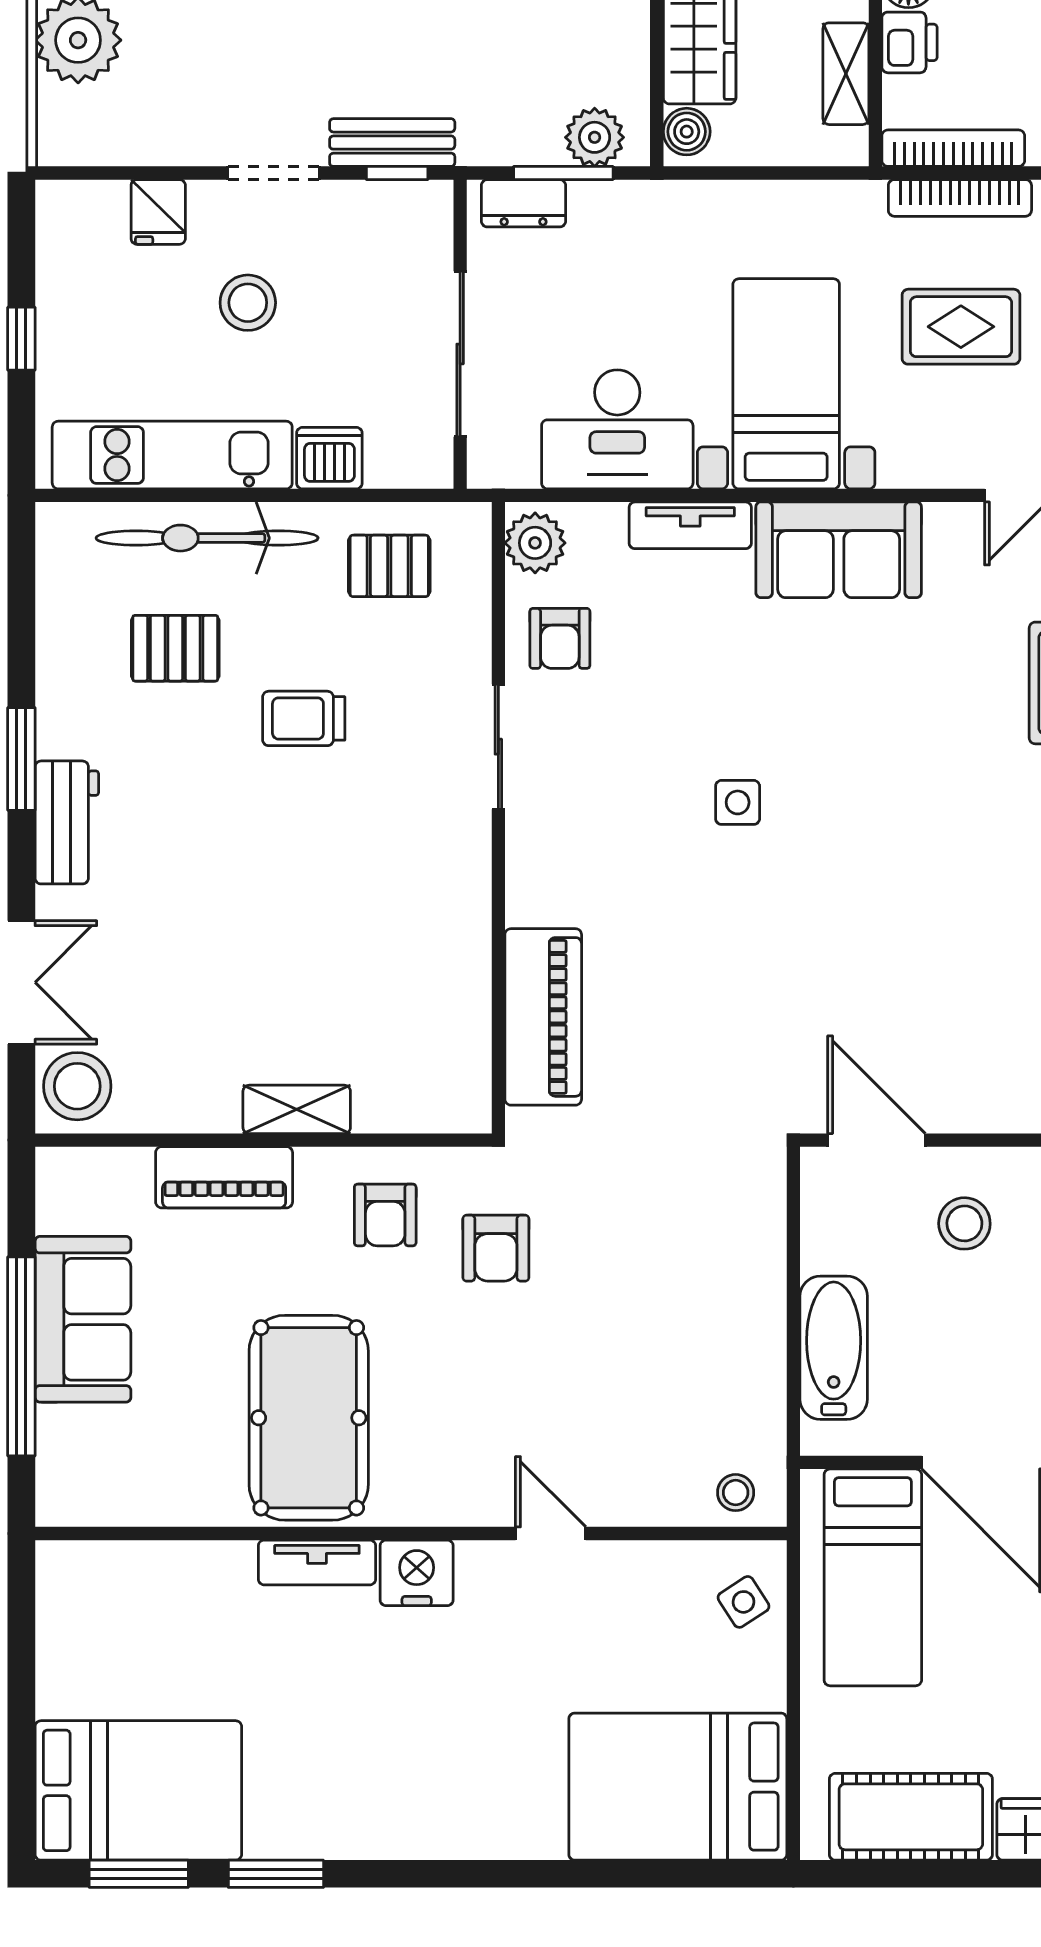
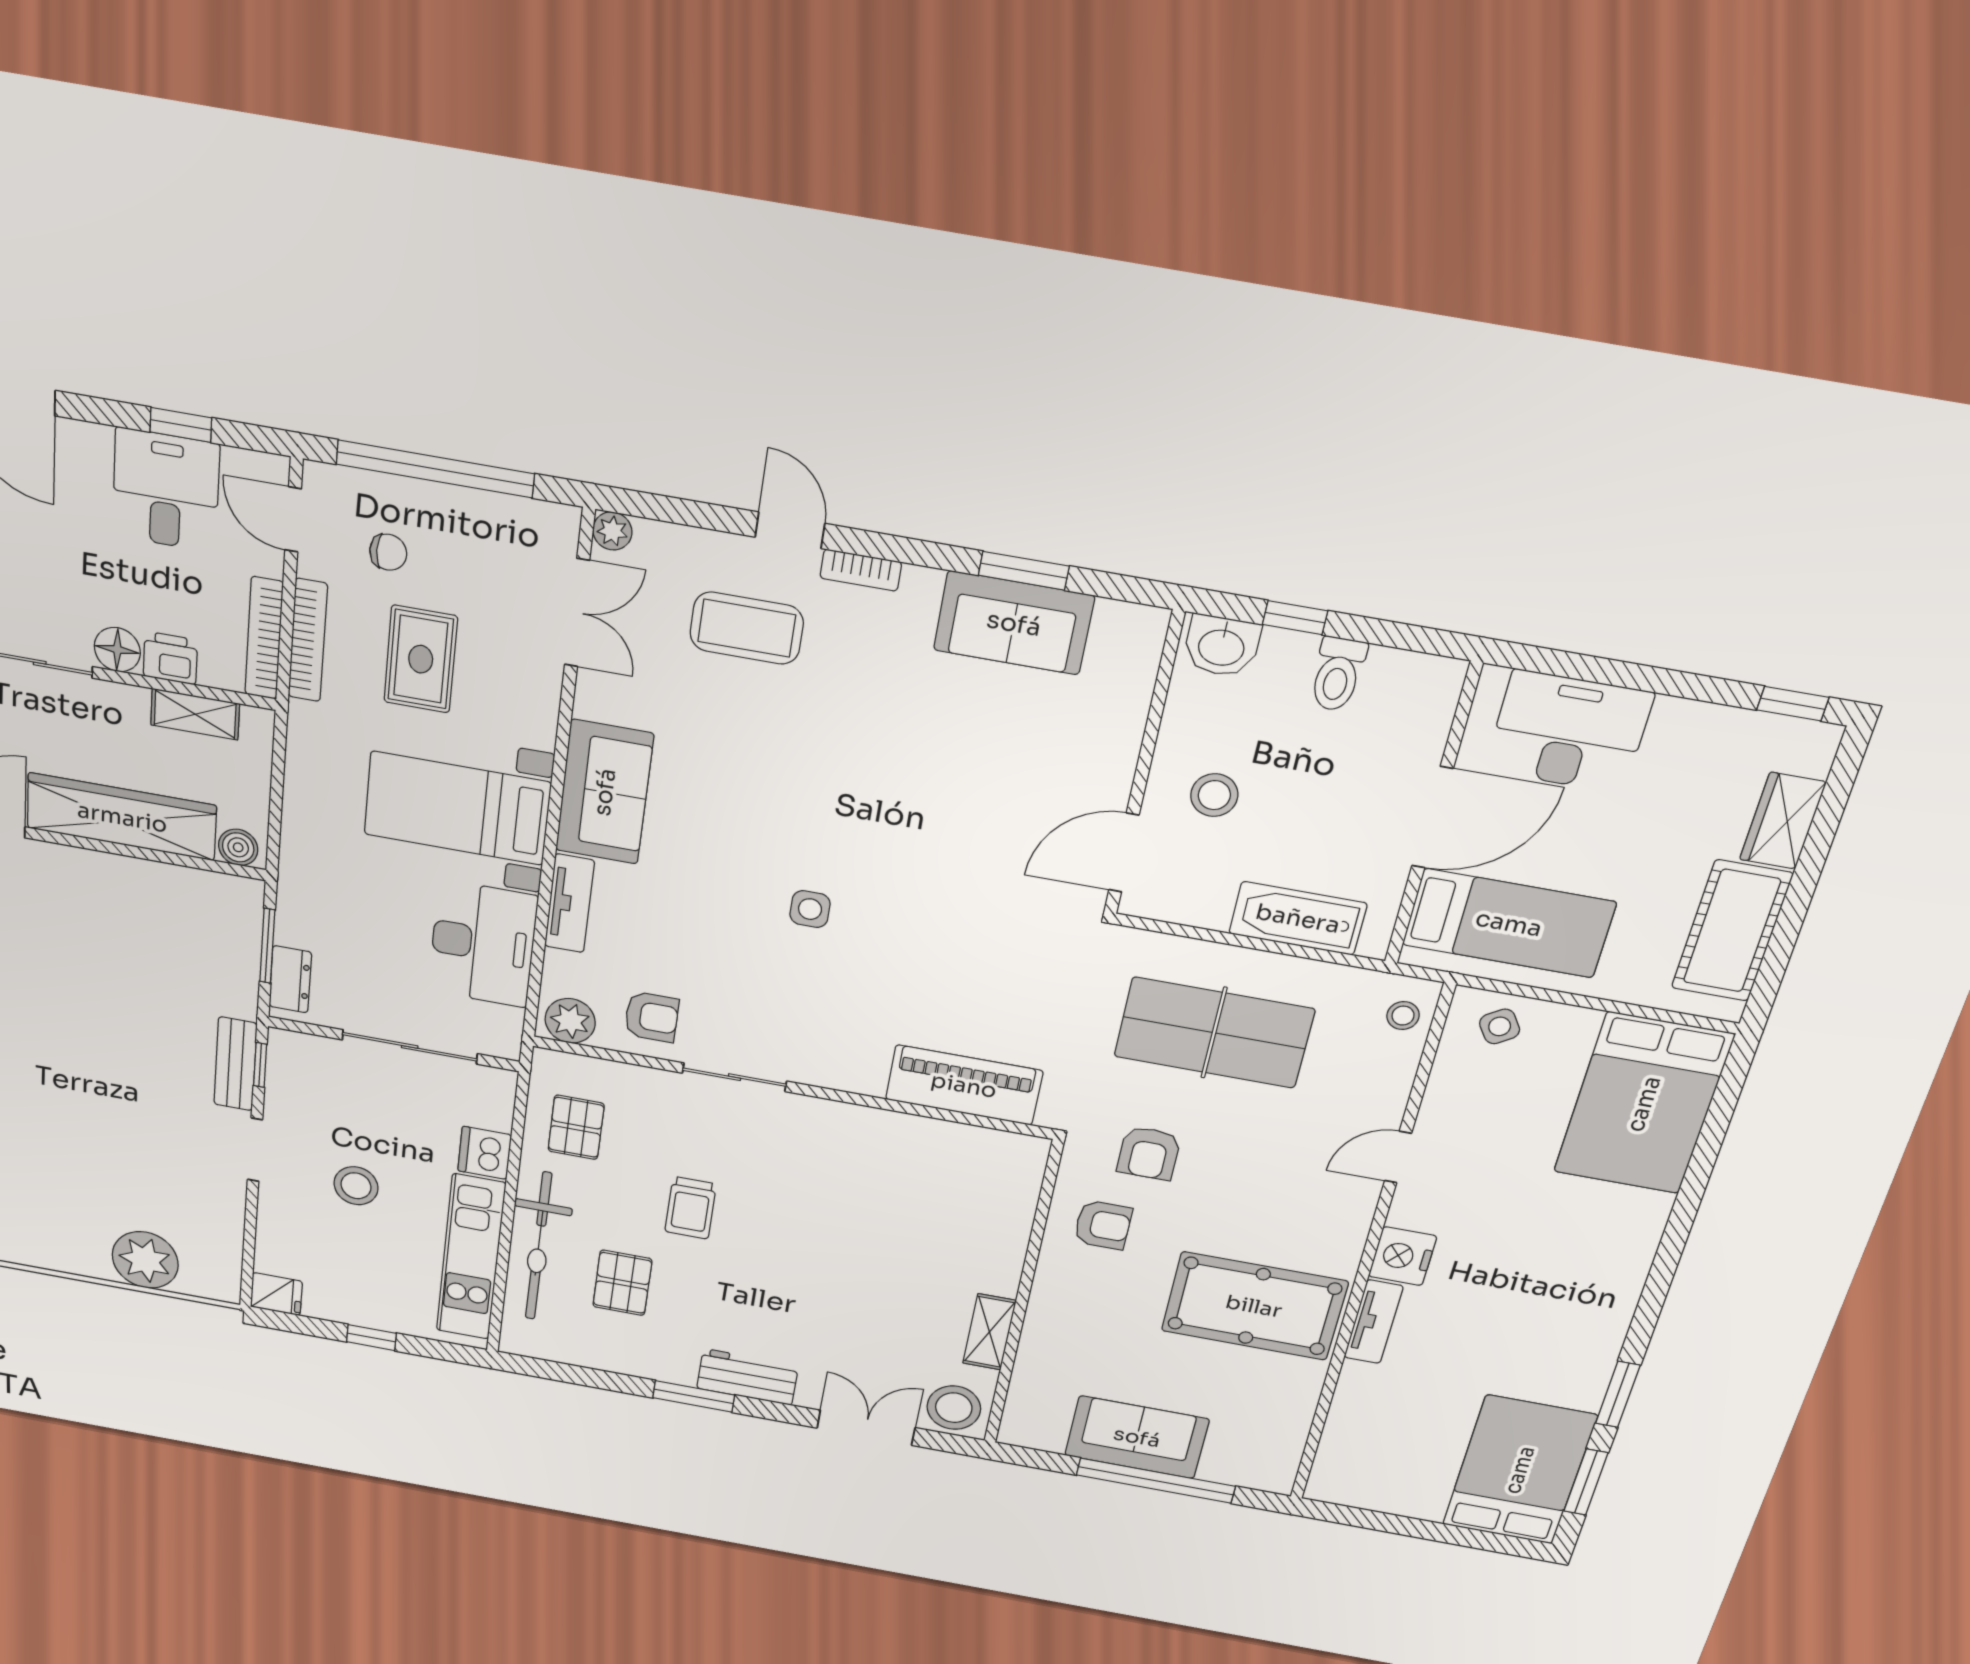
plant: (595, 137) -> (239, 917), removed
fridge: (158, 212) -> (276, 1294), moved
shelving: (297, 1109) -> (989, 1332), moved
piano: (224, 1177) -> (1047, 1327), removed
armchair: (496, 1248) -> (1149, 1153), turned 90
table tennis table: (671, 1288) -> (1214, 1033), added

